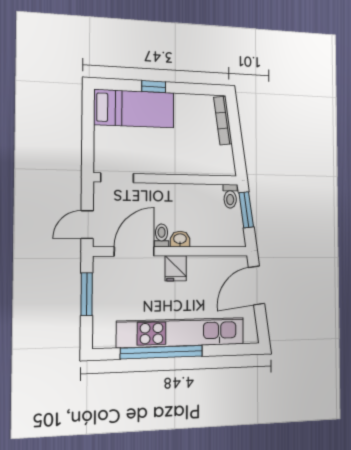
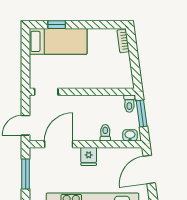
window: (154, 87) -> (57, 25), moved
bookcase: (223, 121) -> (123, 41), width x0.64
toilet: (162, 235) -> (105, 133), moved
washbasin: (180, 239) -> (130, 135), moved

